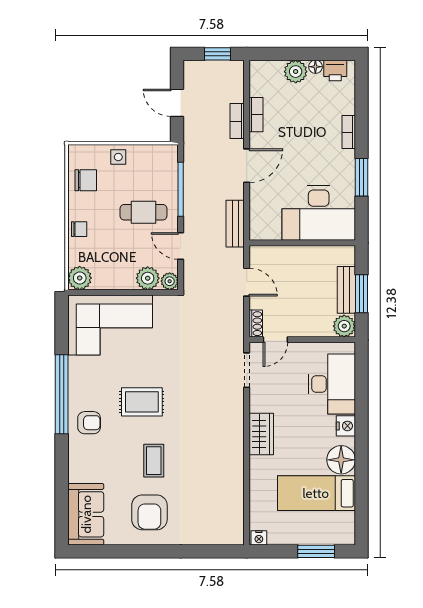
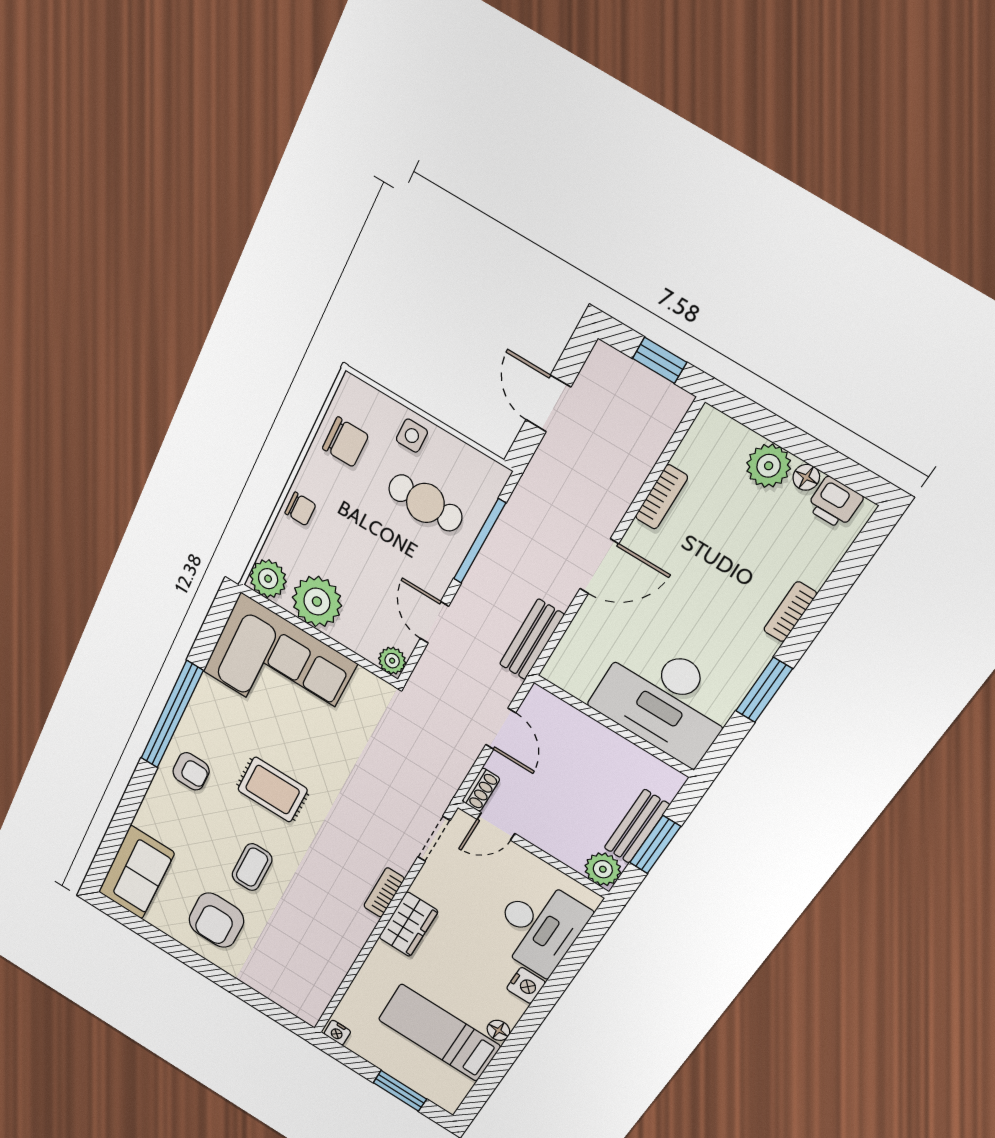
bookcase: (237, 121) -> (384, 892), moved
cafe table: (143, 212) -> (425, 503), moved
plant: (148, 278) -> (317, 602), moved, width x1.36, depth x1.36
floor lamp: (341, 460) -> (498, 1030), width x0.53, depth x0.53

